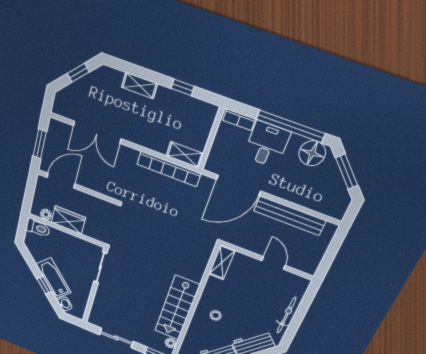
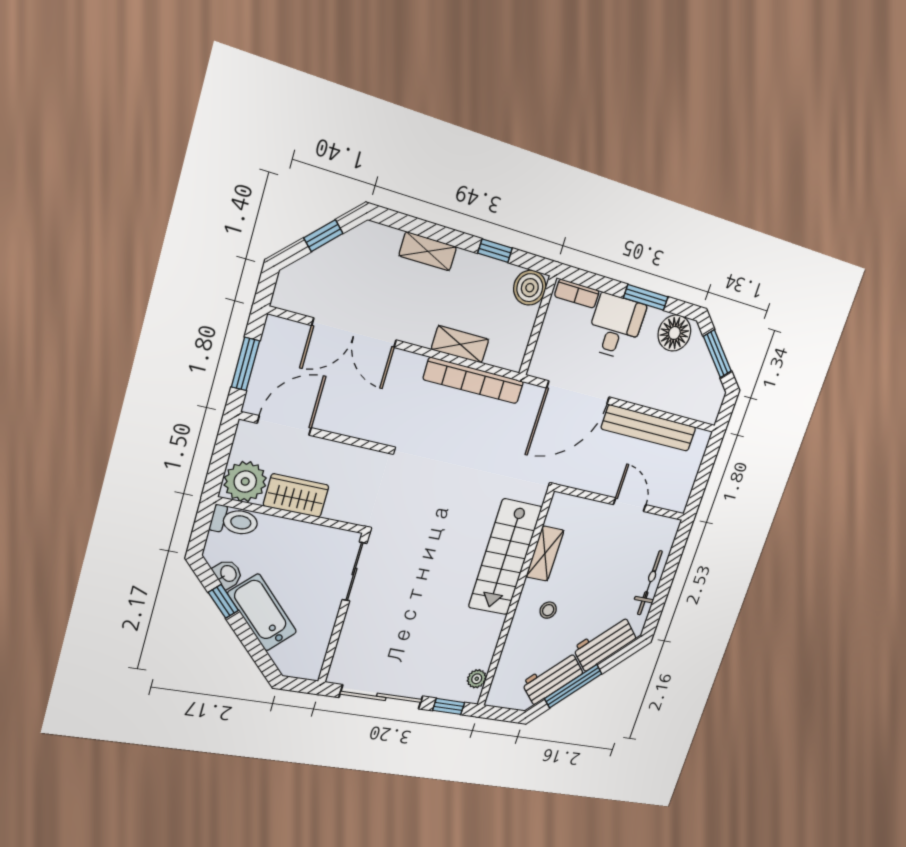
boiler: (206, 113) -> (530, 288), added
window: (290, 126) -> (646, 297), width x0.47
shelving: (185, 155) -> (460, 344), moved
plant: (46, 215) -> (245, 482), width x1.88, depth x1.88
shelving: (222, 262) -> (545, 554), moved
window: (44, 285) -> (223, 601), moved
washbasin: (65, 304) -> (228, 574), moved
stairs: (177, 308) -> (505, 557), moved
sliding door: (116, 338) -> (381, 697), width x1.37

